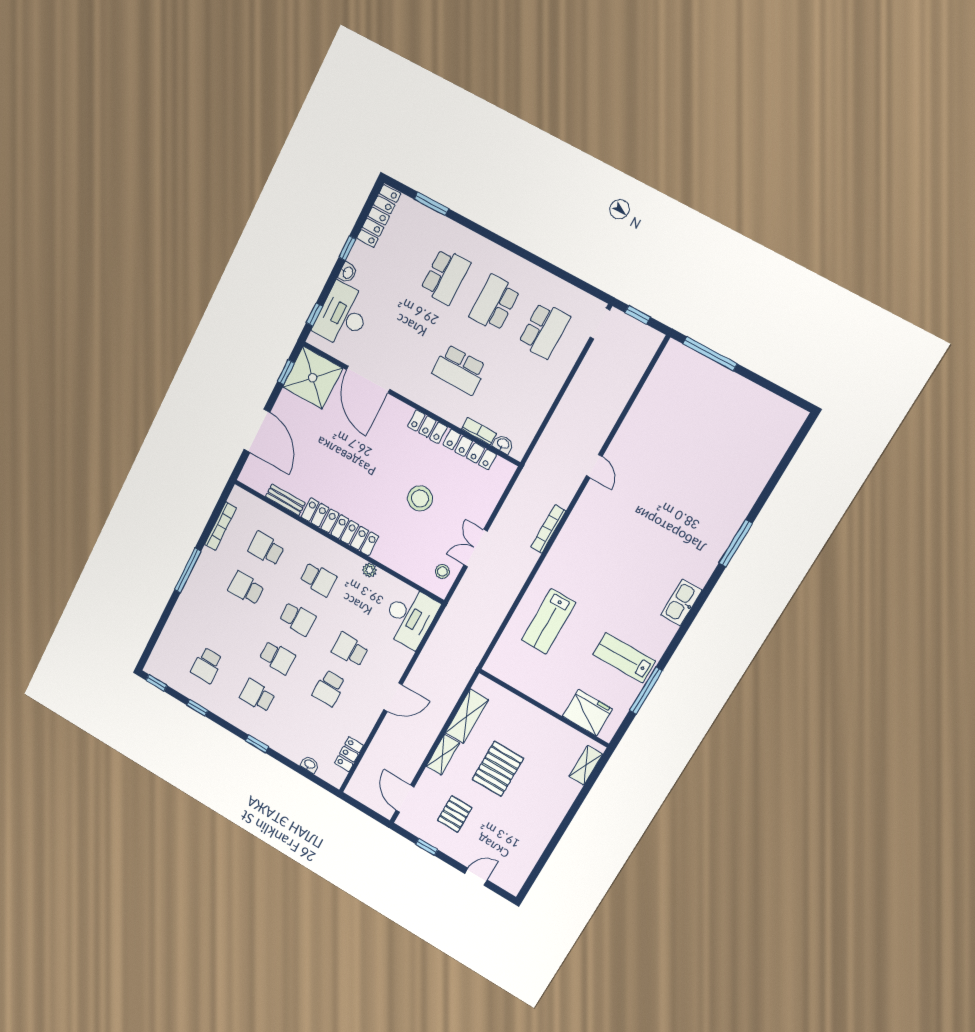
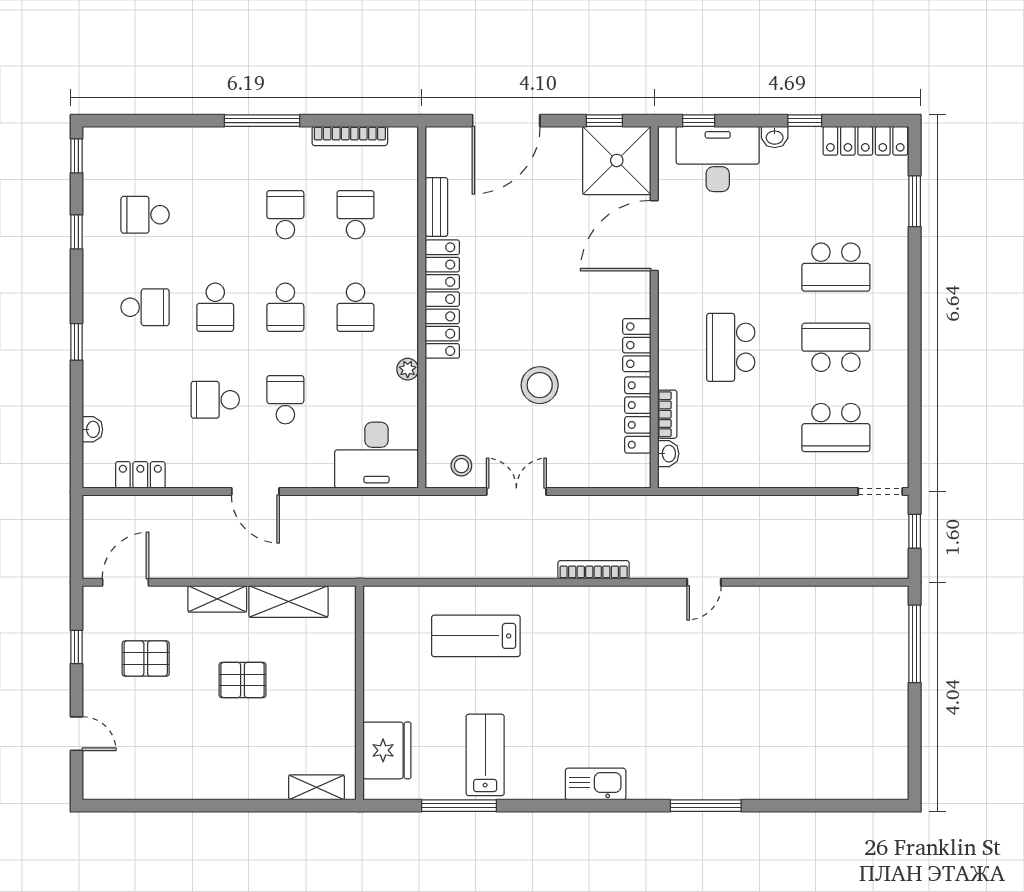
school desk: (257, 696) -> (145, 307), turned 90
pallet: (498, 769) -> (243, 680), width x0.67, depth x0.71

